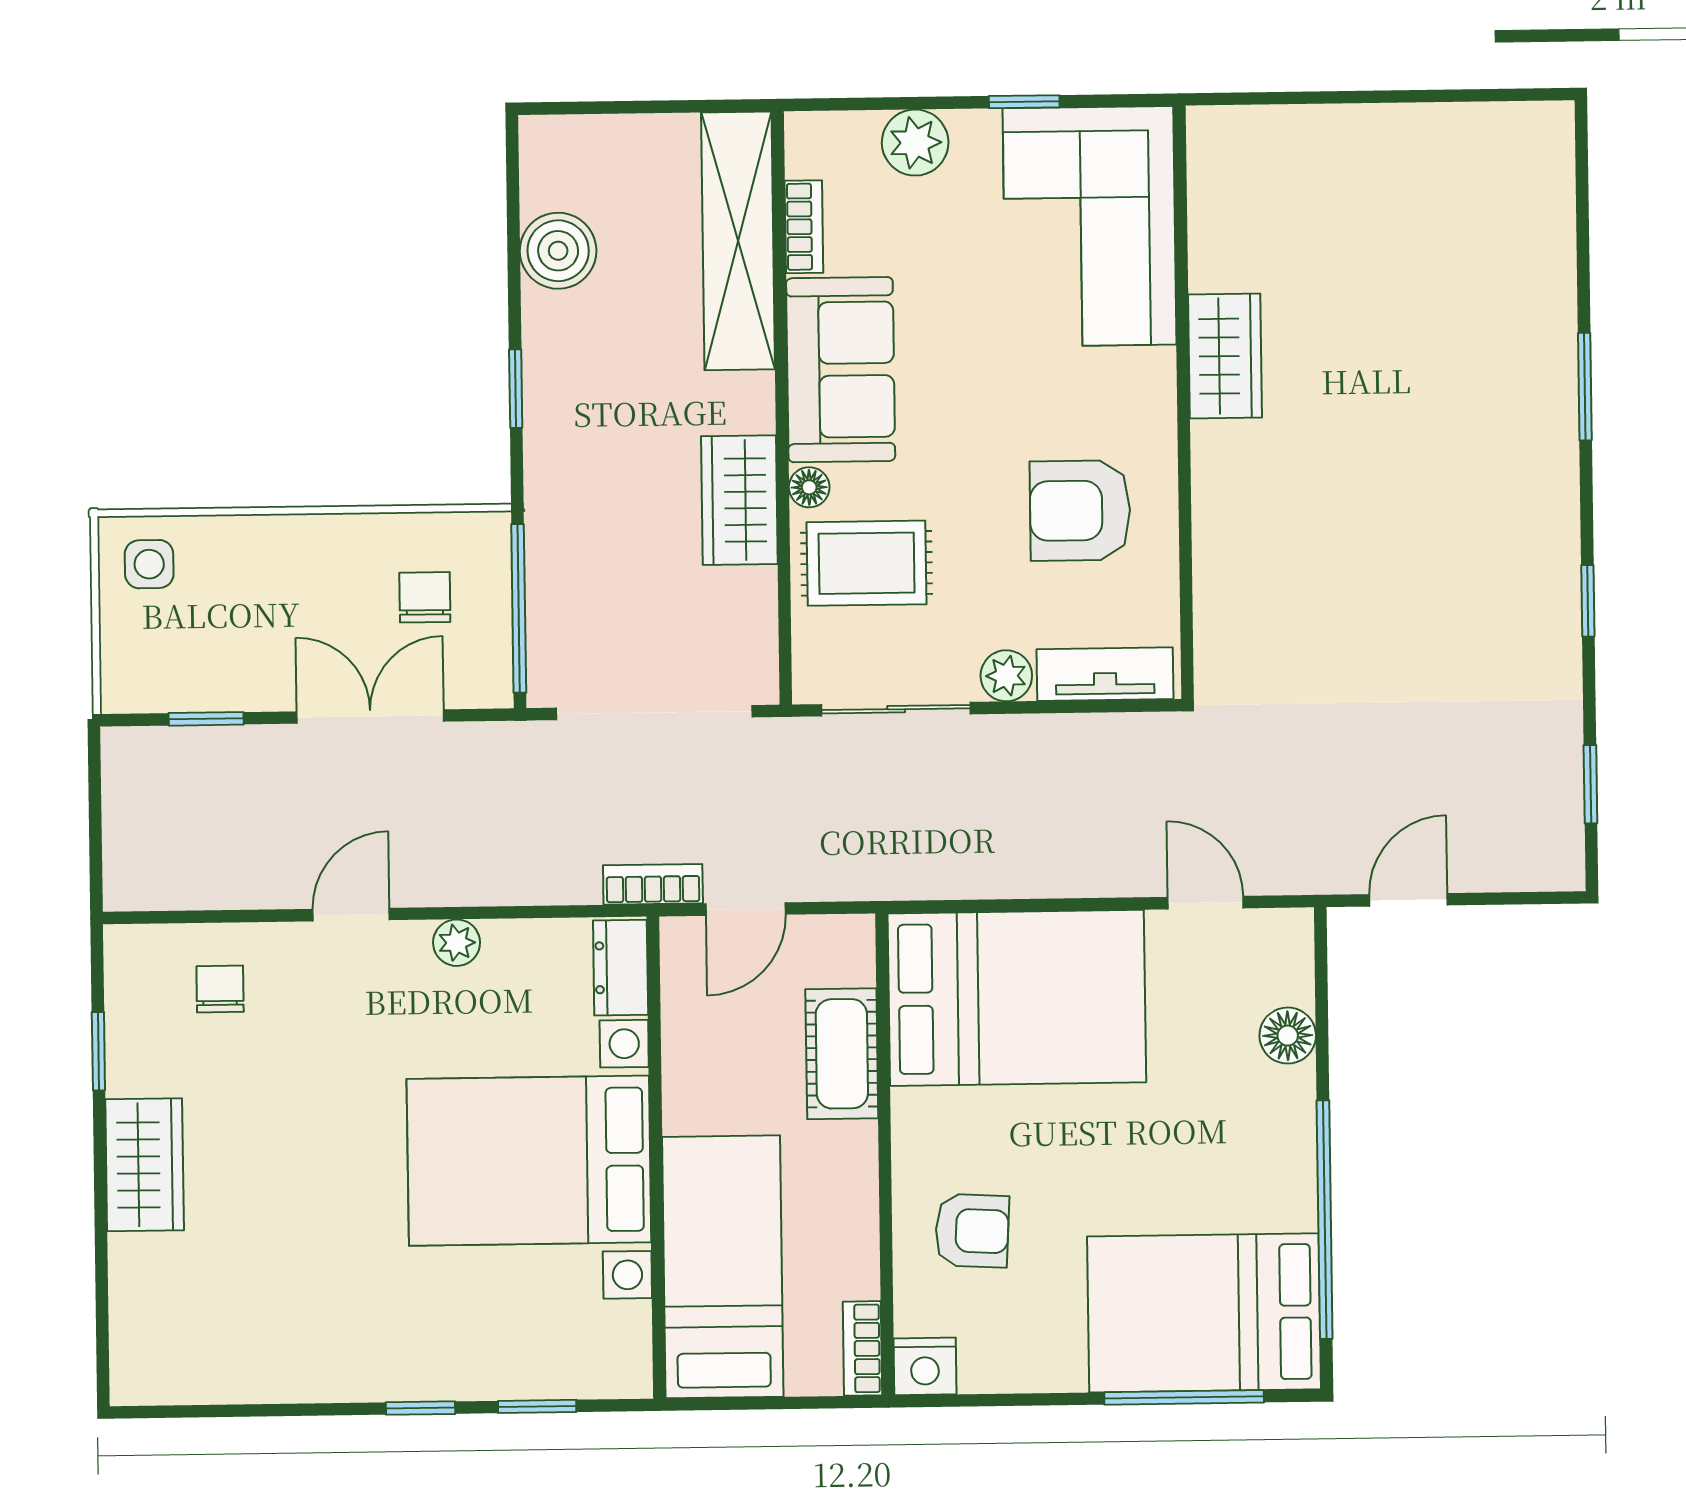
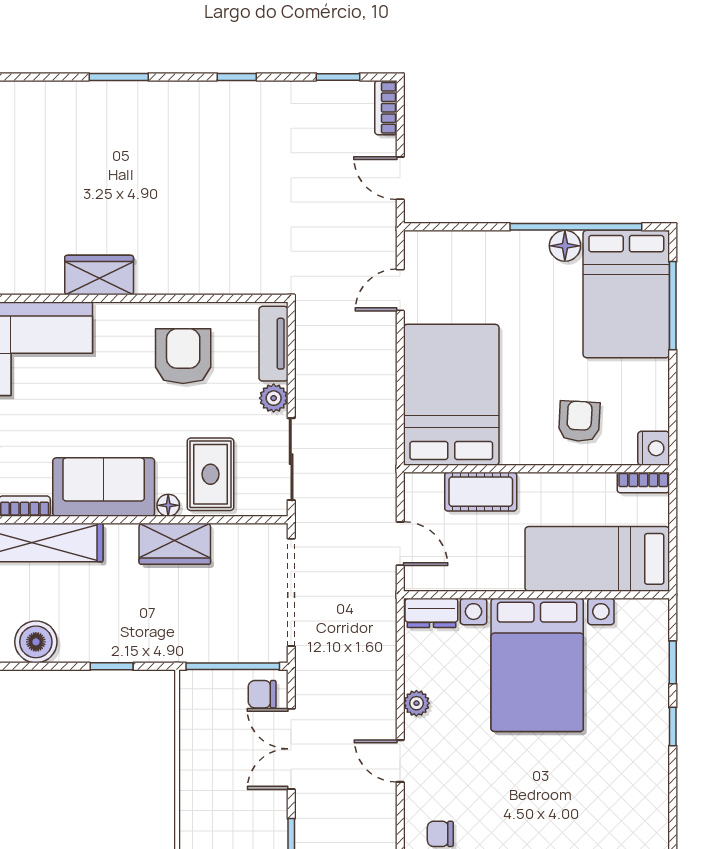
armchair: (1080, 511) -> (183, 356), turned 180
chair: (425, 597) -> (262, 694), moved
bookcase: (653, 884) -> (386, 108), moved
floor lamp: (1288, 1036) -> (565, 246), moved

